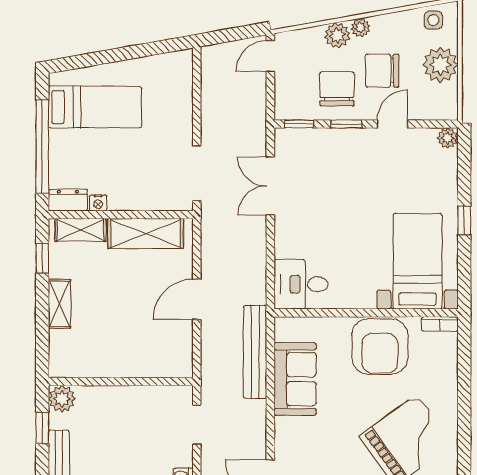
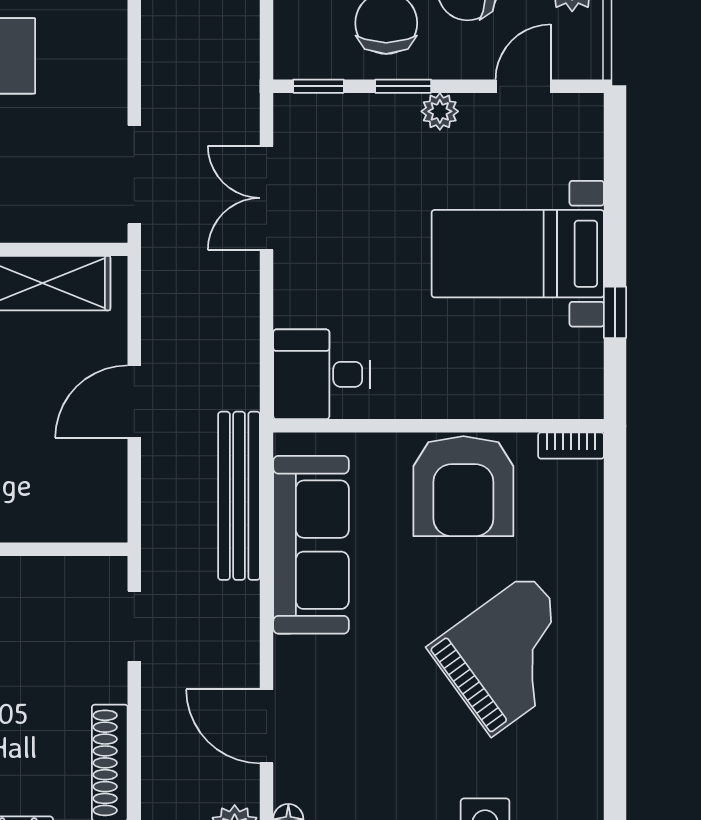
door: (392, 124) -> (523, 86), moved
plant: (448, 138) -> (440, 111), moved
window: (464, 220) -> (615, 312), moved
bed with nightstands: (418, 261) -> (518, 254), moved, turned -90
sofa: (295, 379) -> (311, 545), width x1.36

